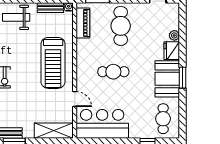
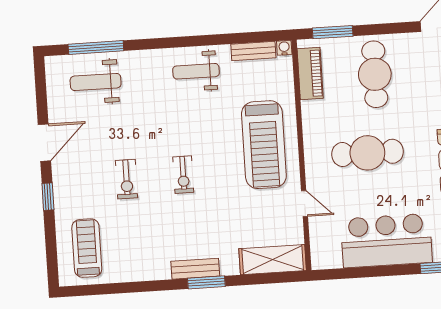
cafe table: (113, 72) -> (367, 153), width x1.37, depth x1.35
bar counter: (102, 124) -> (386, 241), moved

